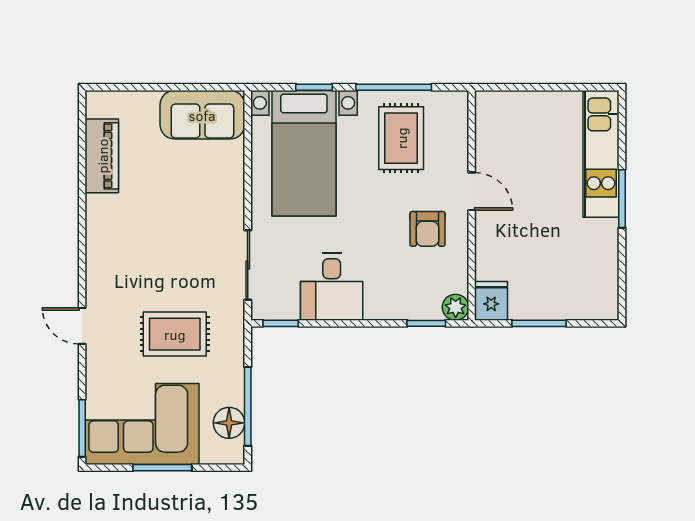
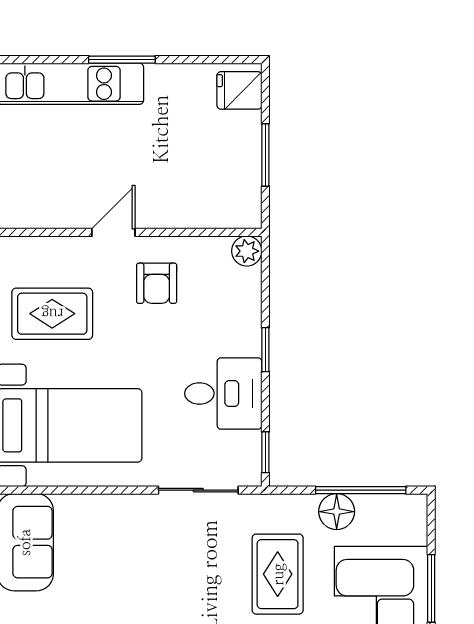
armchair: (427, 229) -> (157, 283), turned 90
fridge: (491, 301) -> (239, 90), moved
window: (426, 323) -> (265, 350), moved
floor lamp: (229, 423) -> (337, 512), moved

